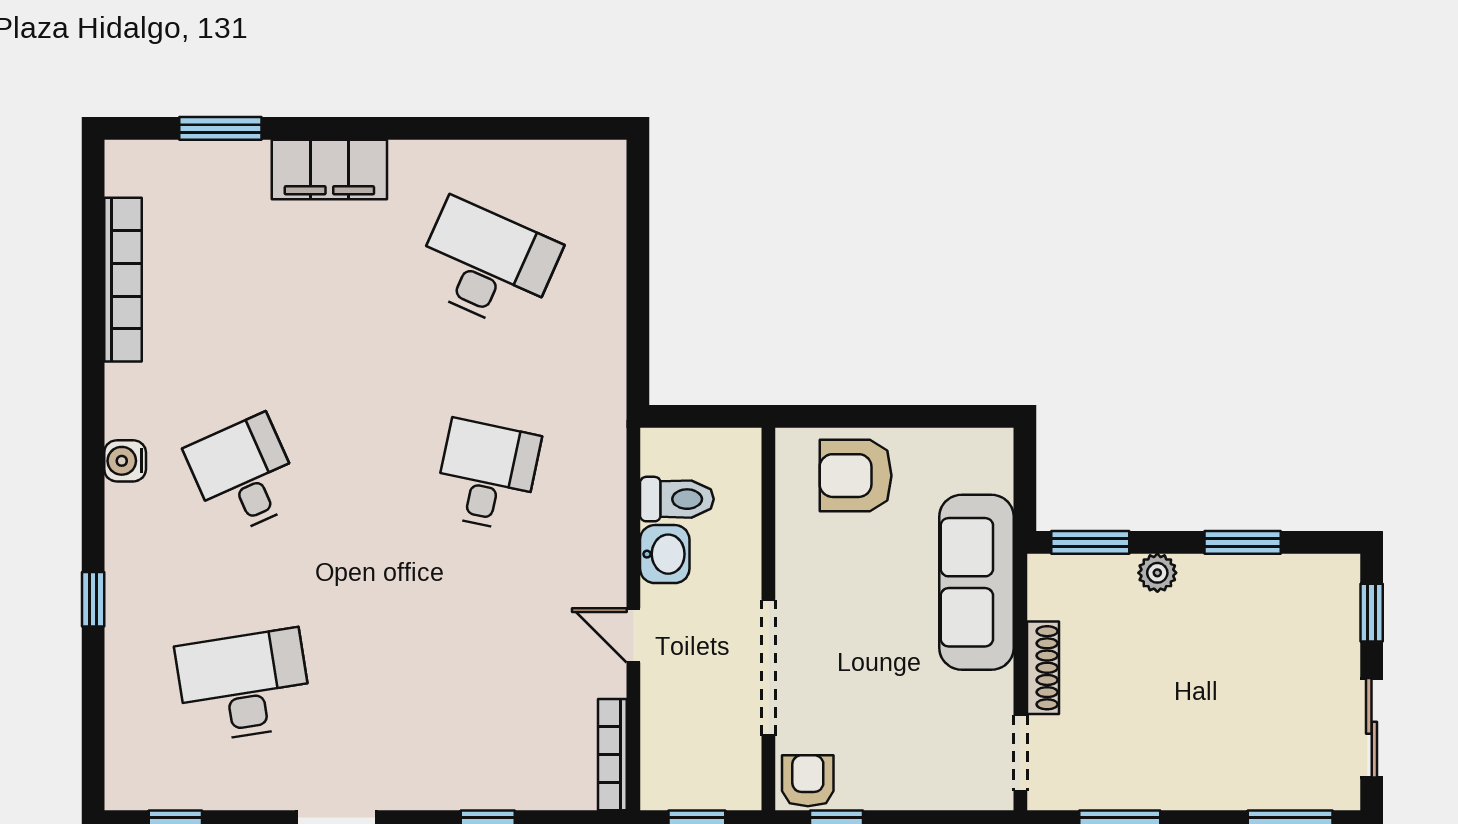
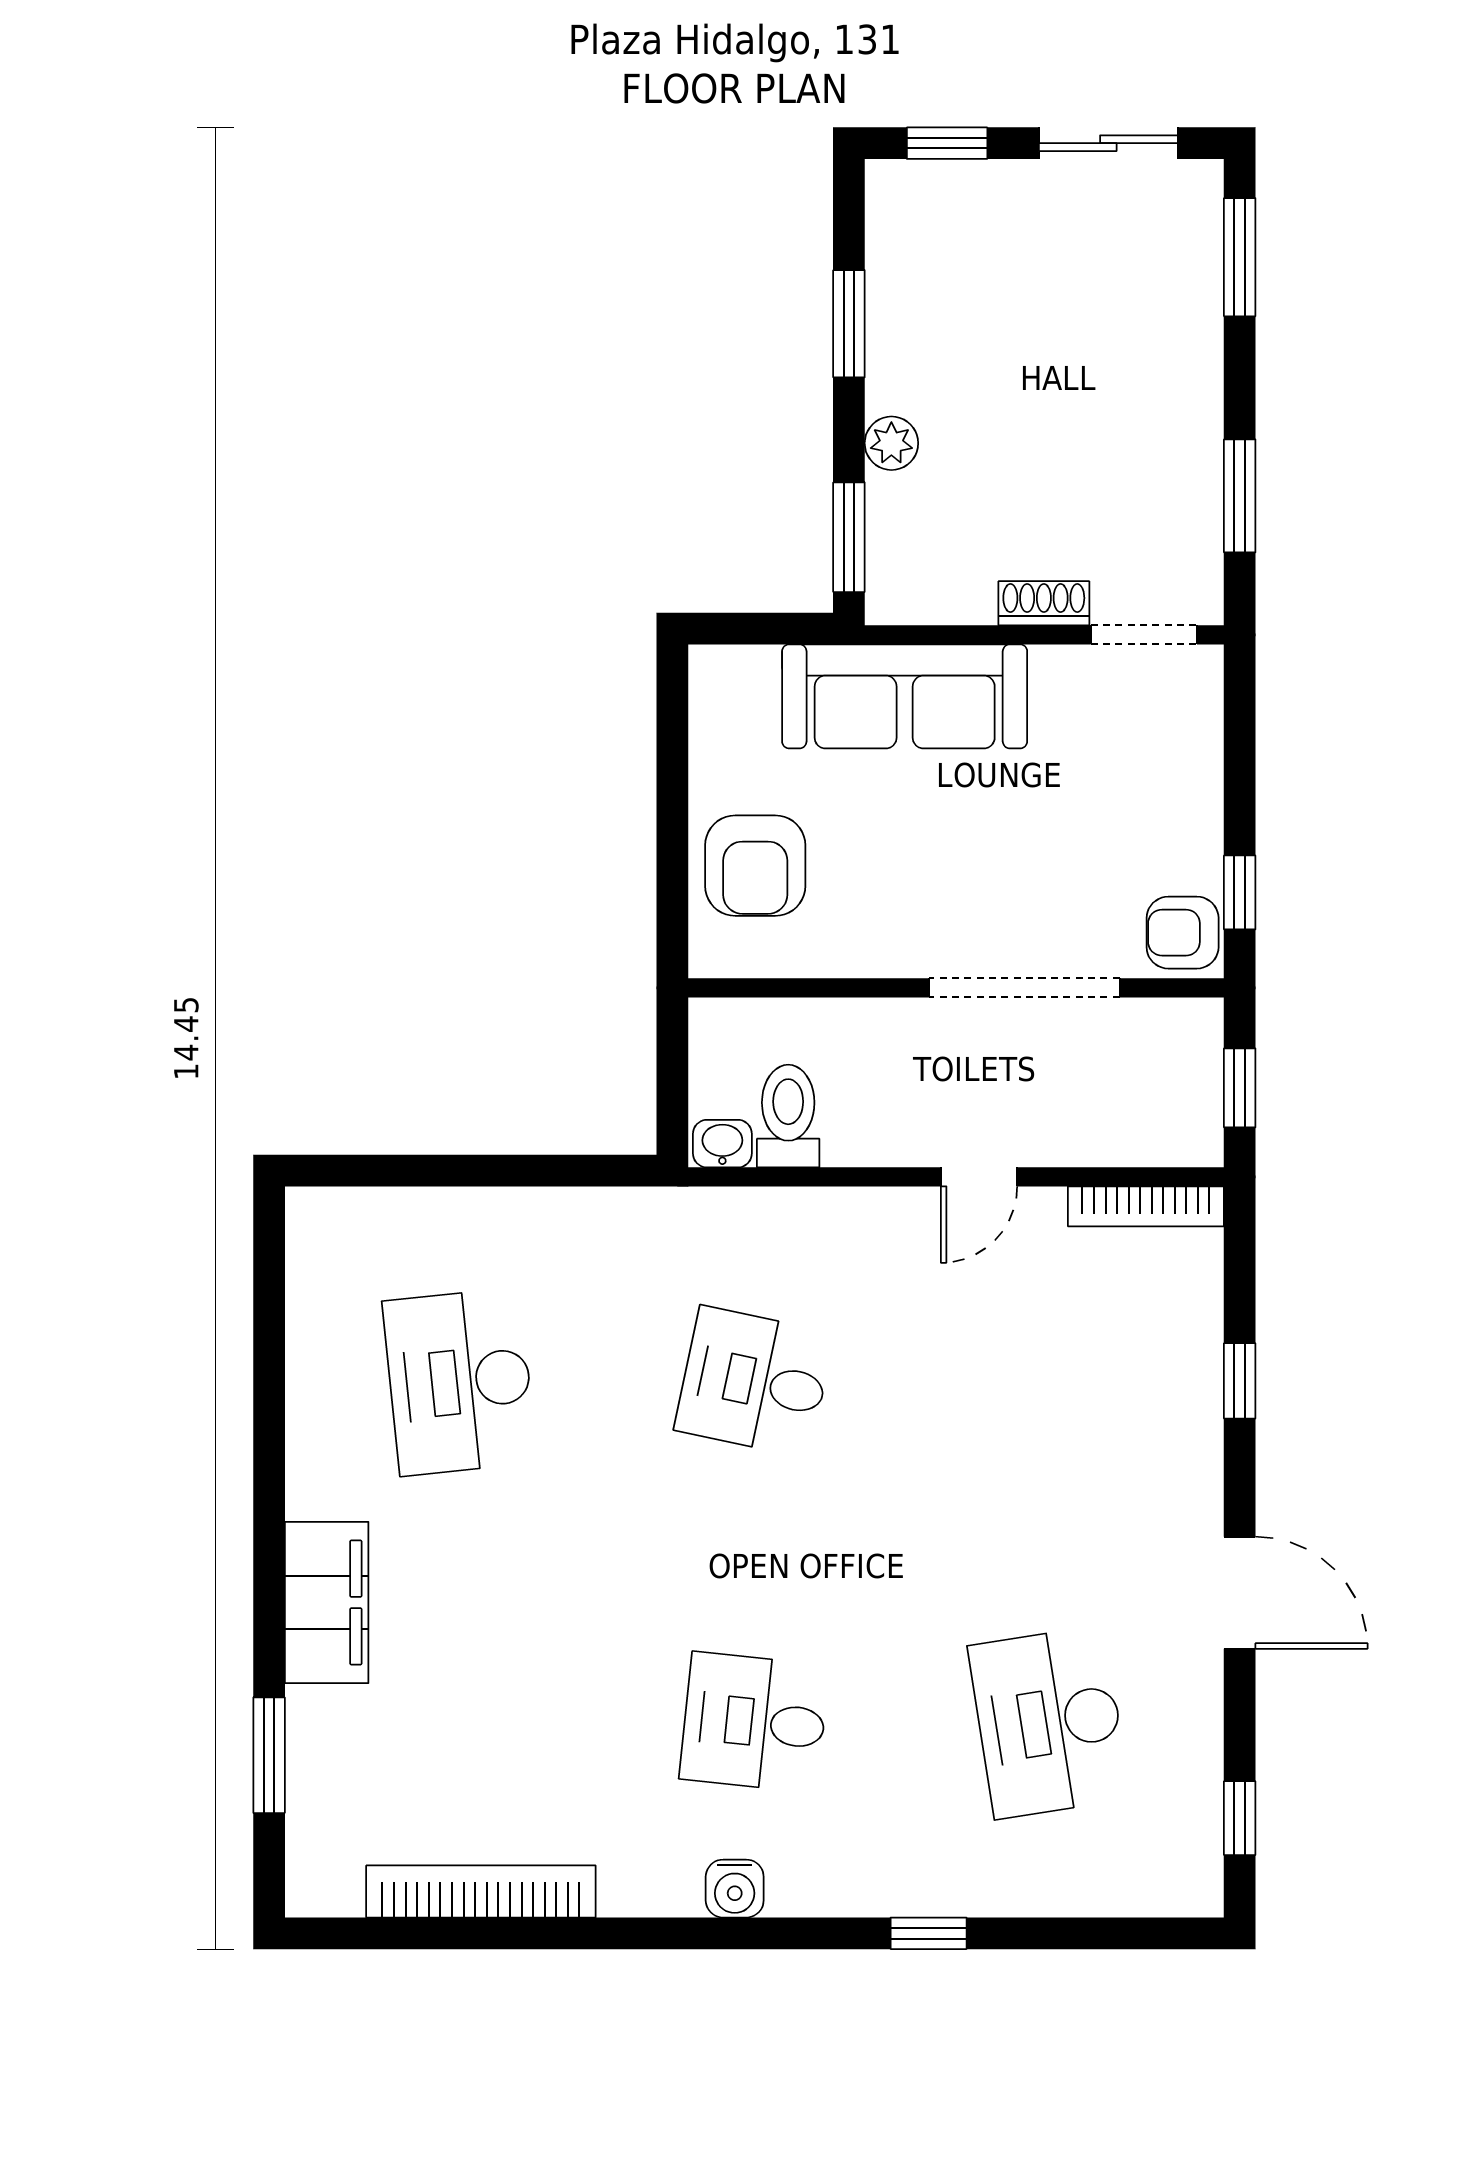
desk: (487, 264) -> (460, 1382), turned -30
desk: (244, 475) -> (754, 1722), turned 30
washbasin: (665, 554) -> (722, 1144), moved, width x0.72, depth x0.69
shoe rack: (1043, 668) -> (1044, 603), width x0.70

